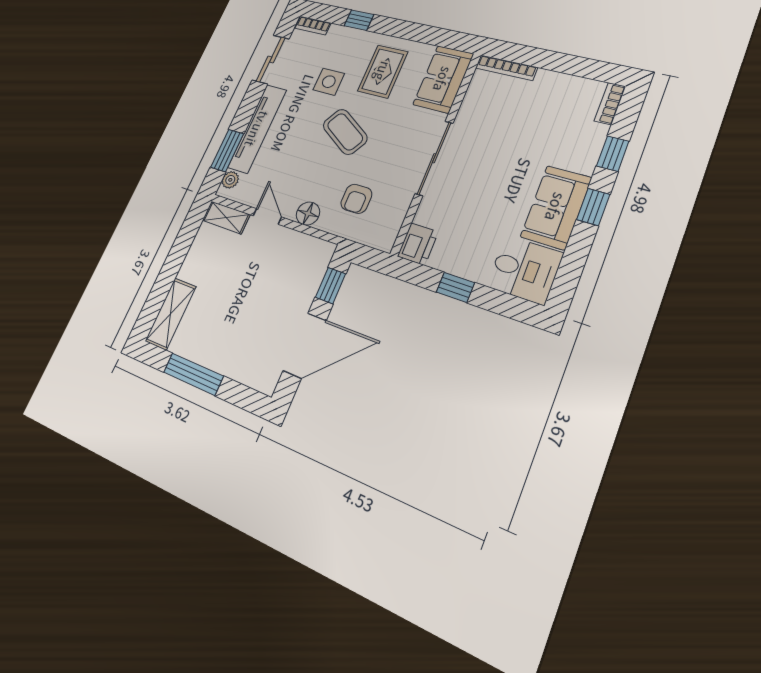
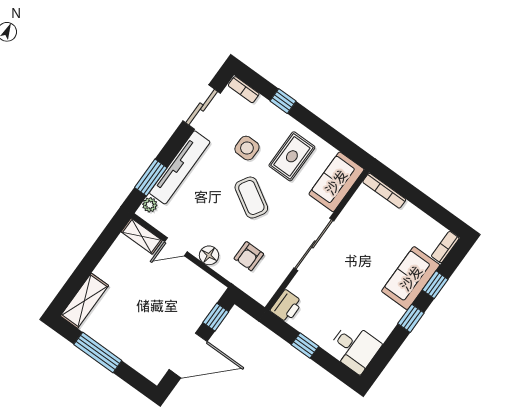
sofa: (556, 207) -> (411, 278), moved
door: (267, 216) -> (176, 247), swing flipped

